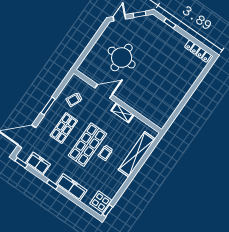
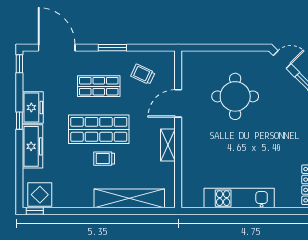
door: (104, 91) -> (178, 103), swing flipped
kitchen unit: (179, 94) -> (239, 198), added
freezer: (38, 164) -> (33, 108), moved

